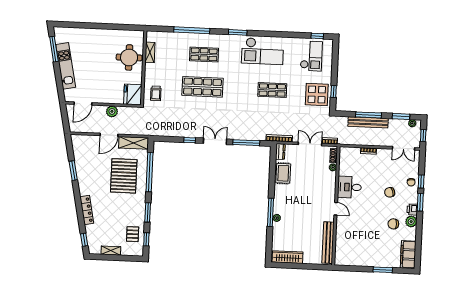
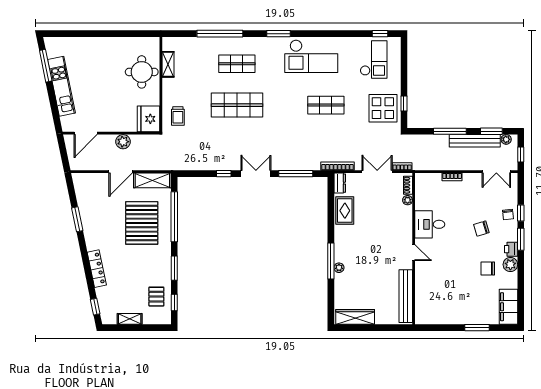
bench: (368, 122) -> (475, 141), moved

